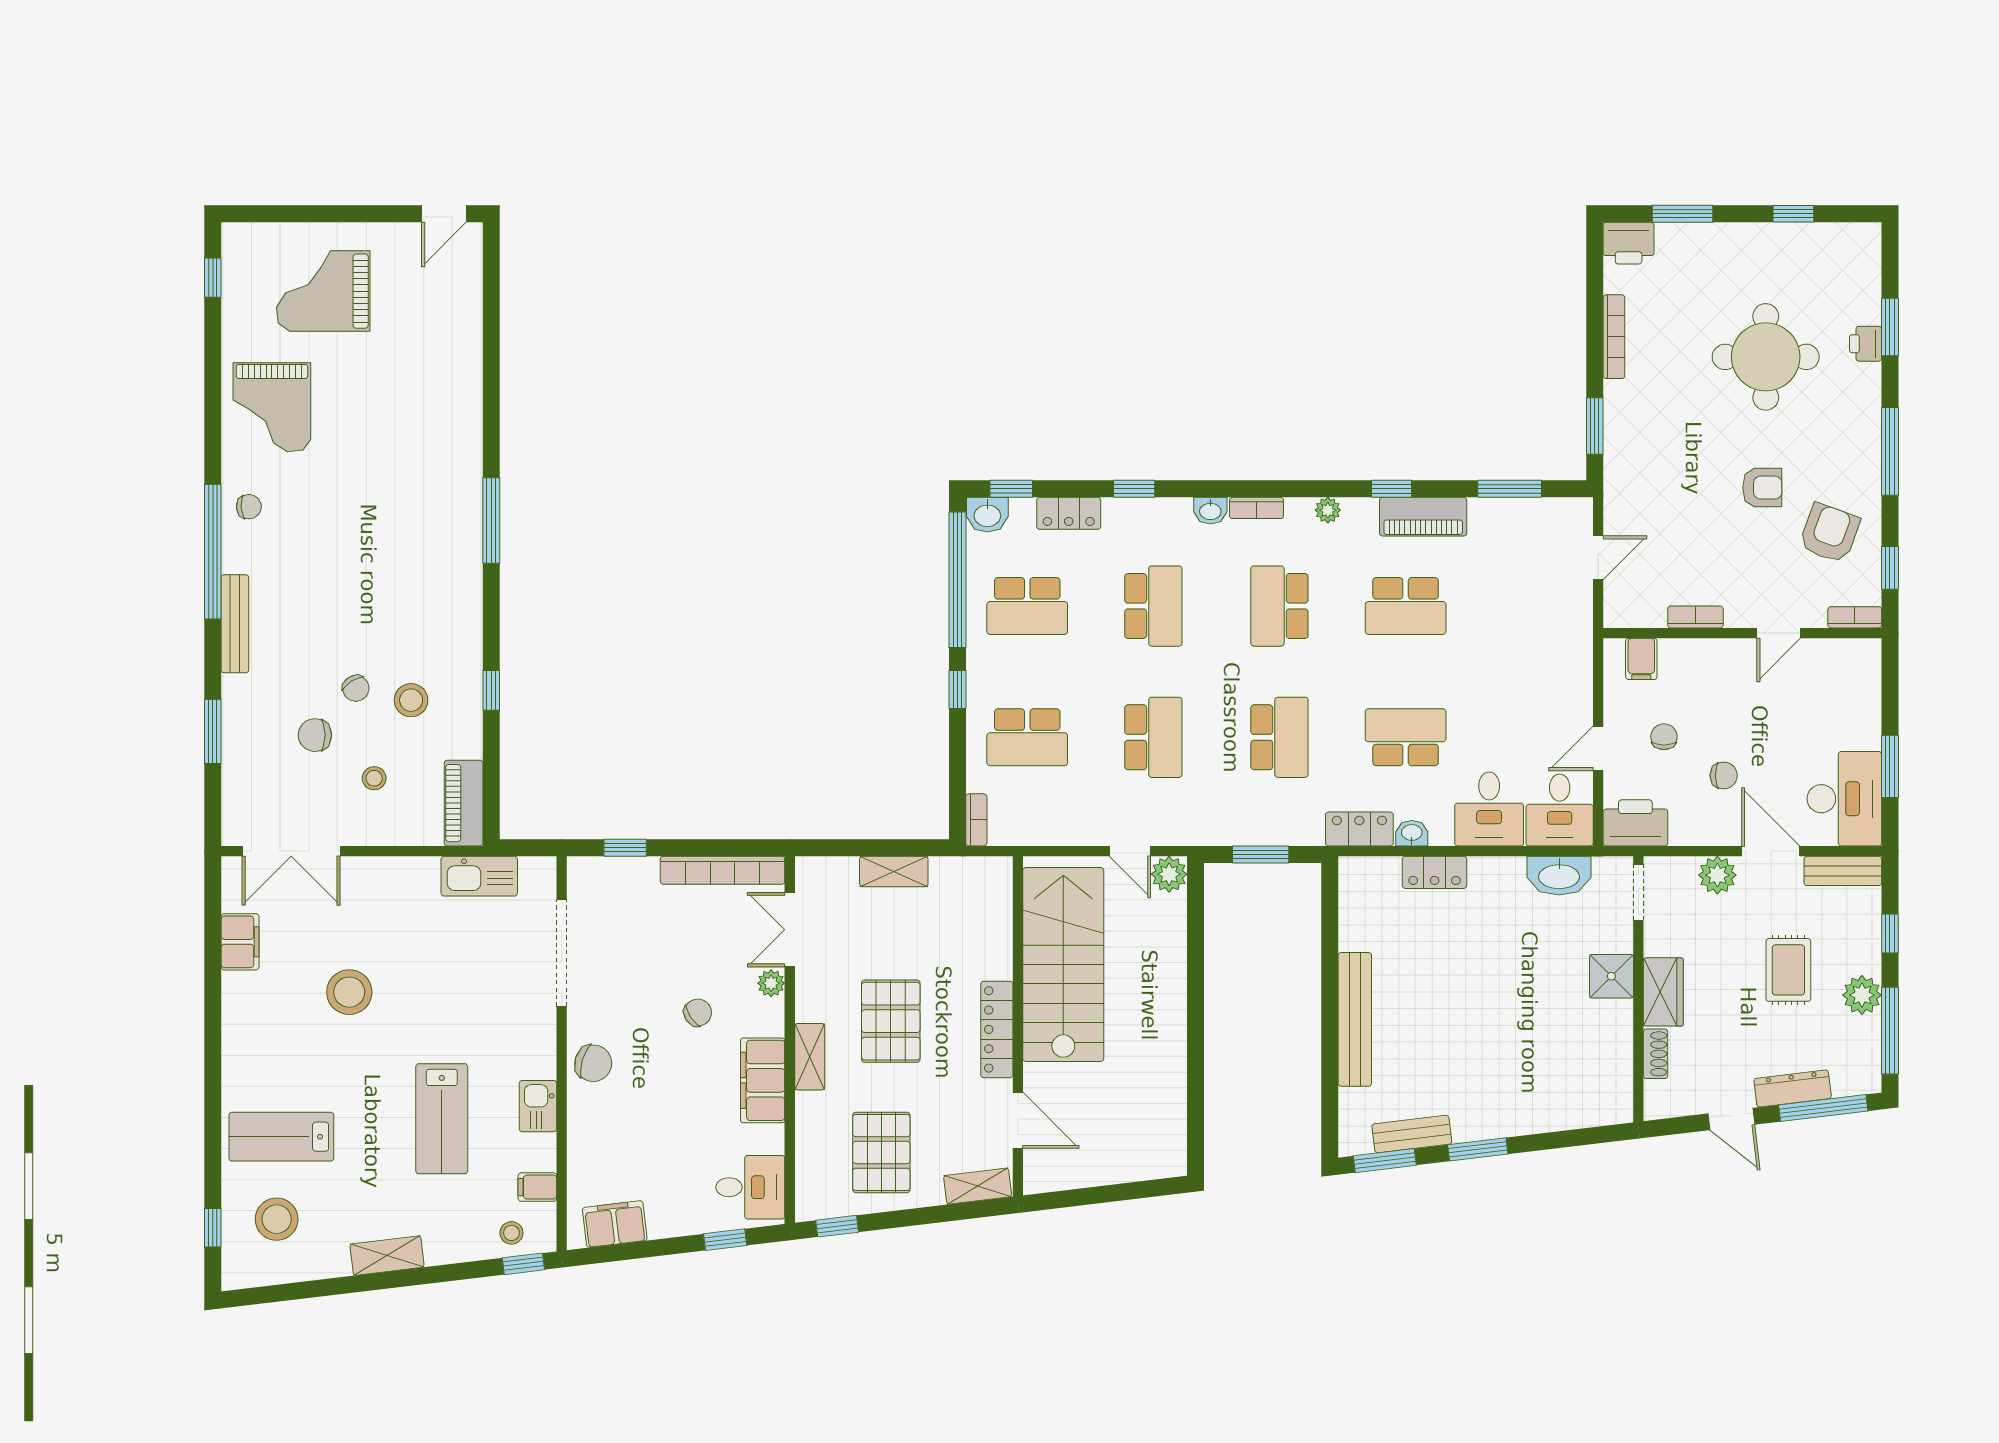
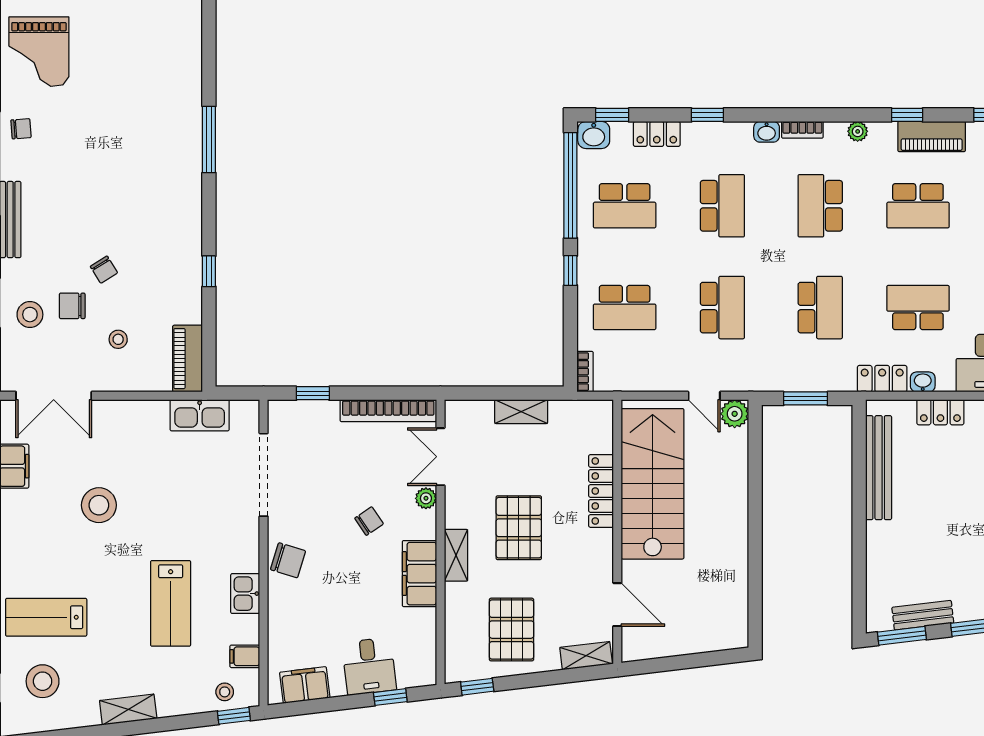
stool: (411, 700) -> (30, 315), moved
bench: (1355, 1019) -> (879, 468), moved
locker: (997, 1029) -> (601, 491), moved
desk: (750, 1187) -> (369, 666), moved, turned 83

